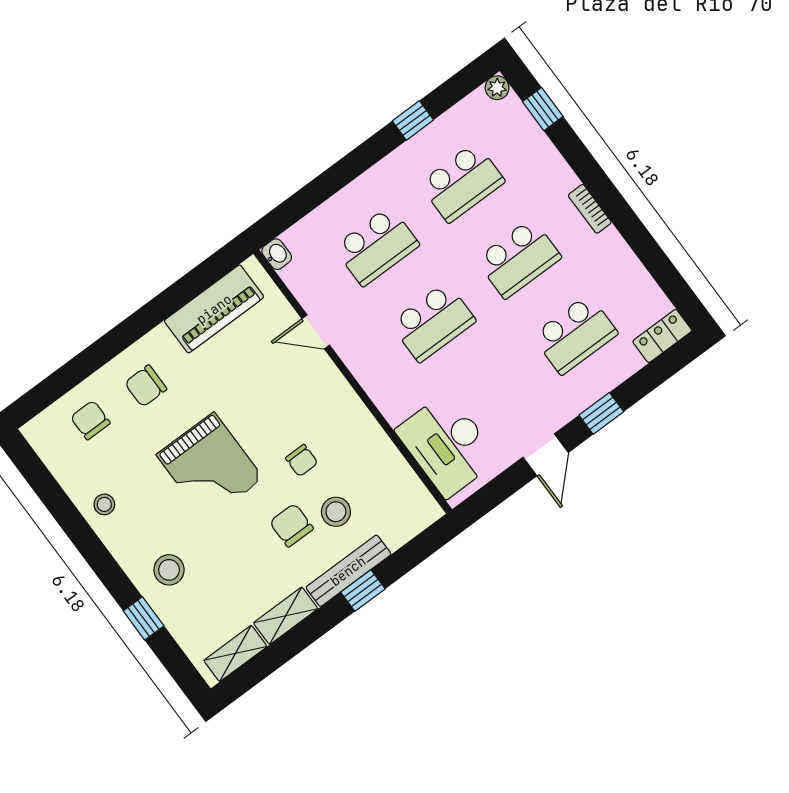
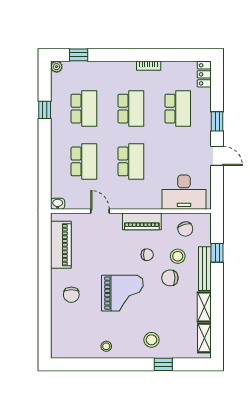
bookcase: (590, 209) -> (149, 66), moved
door: (316, 332) -> (100, 211), swing flipped
piano: (349, 412) -> (142, 221), added
chair: (90, 420) -> (185, 229), moved, turned -108
window: (363, 590) -> (217, 253), moved

